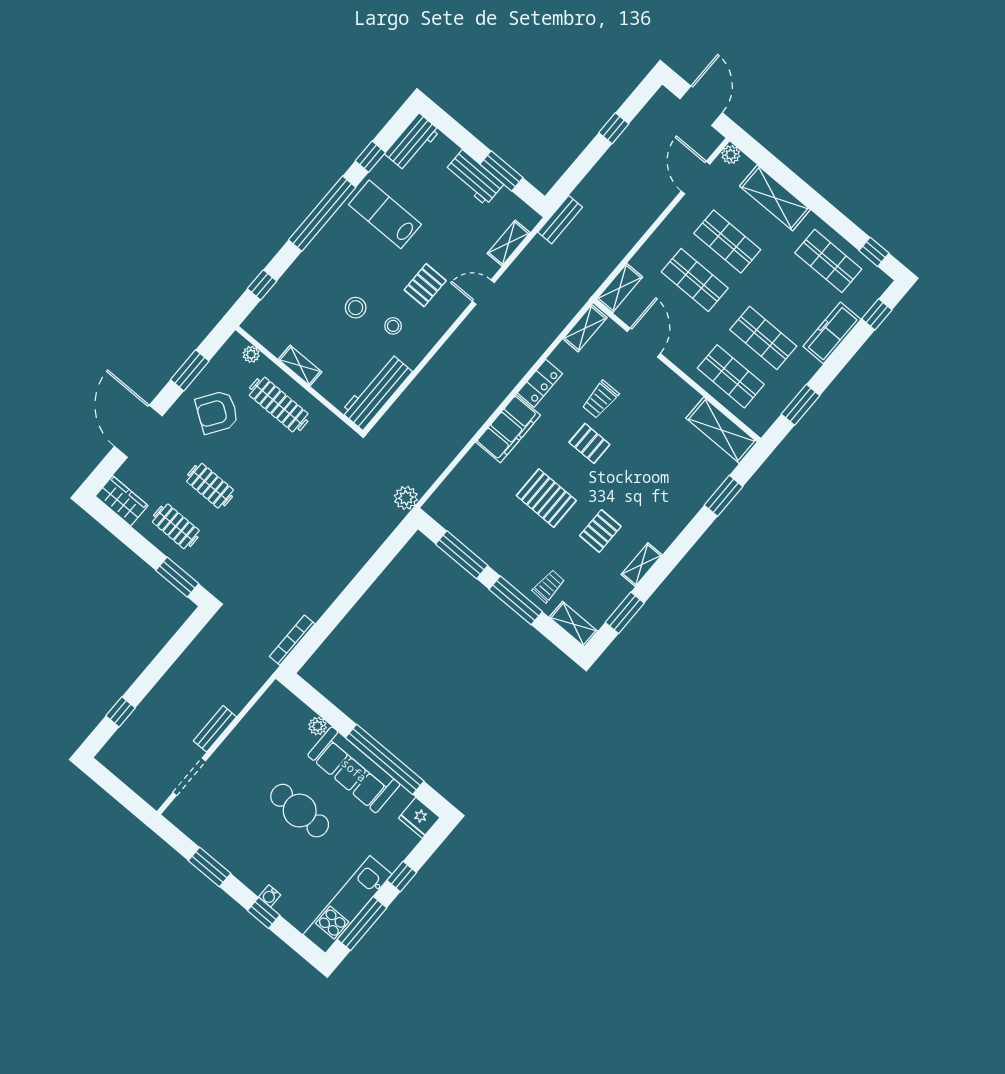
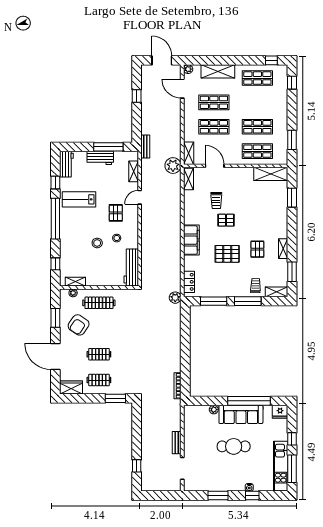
window: (501, 171) -> (108, 147), width x1.44
plant: (578, 287) -> (173, 166), added
freezer: (832, 333) -> (281, 103), removed
shelving: (300, 366) -> (75, 282), moved
locker: (540, 383) -> (189, 282), moved

